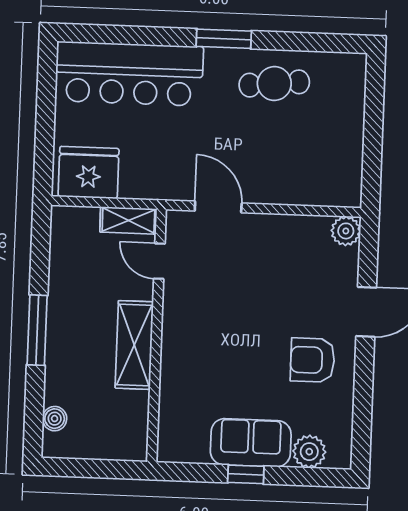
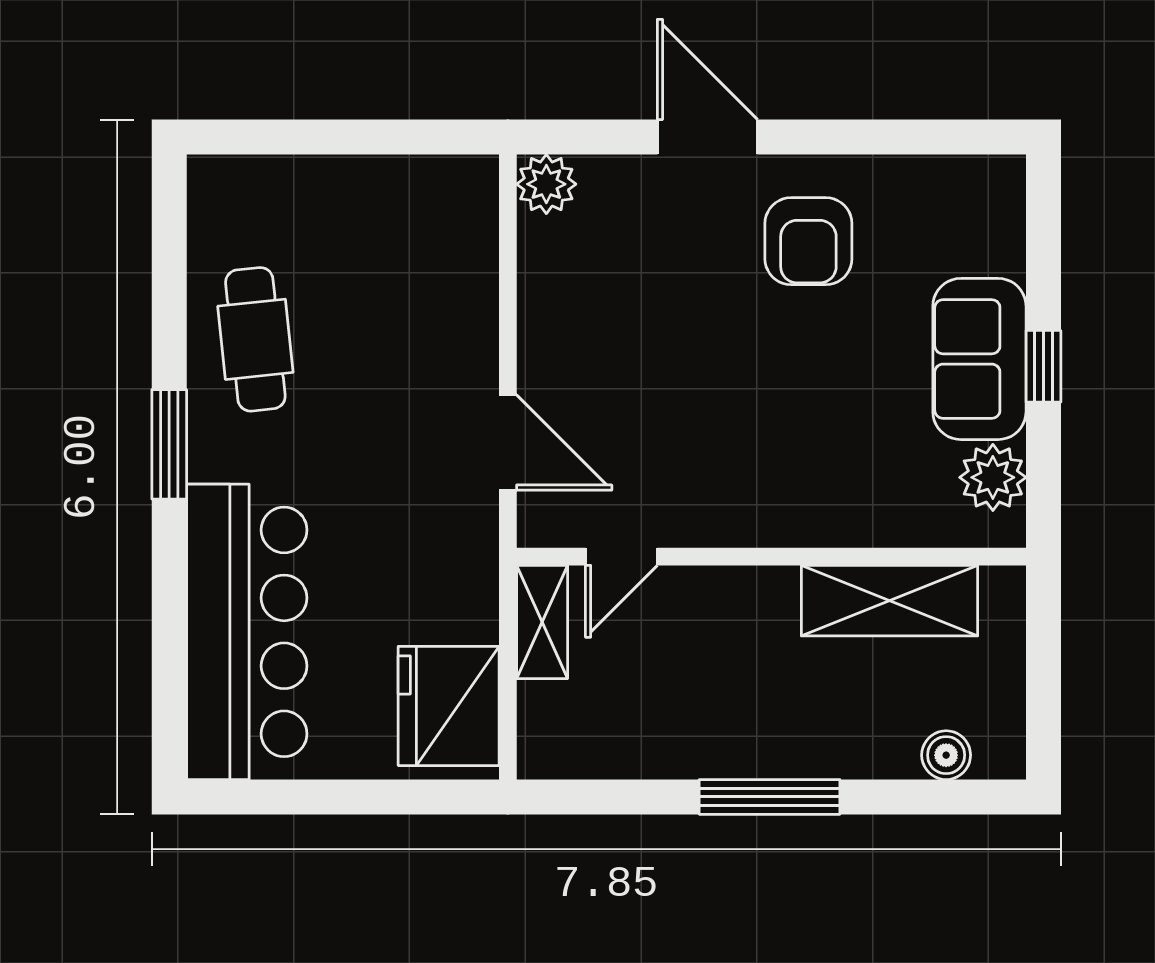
door: (218, 207) -> (508, 443), swing flipped
shelving: (134, 345) -> (889, 601), moved
plant: (309, 452) -> (993, 477), moved

